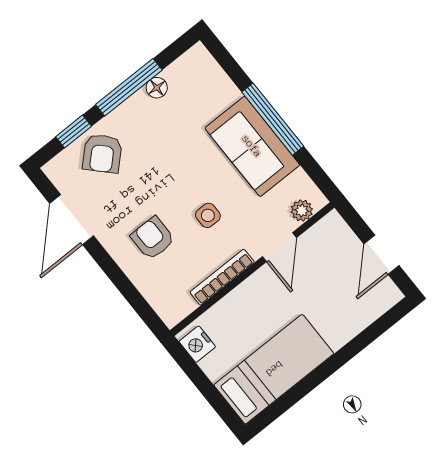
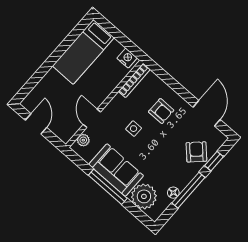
plant: (211, 90) -> (144, 196), added
bookcase: (222, 277) -> (134, 80), moved

